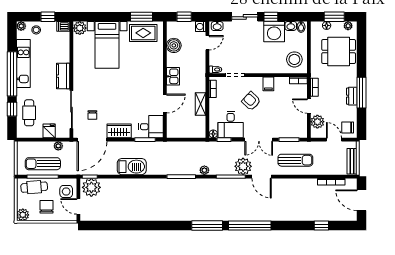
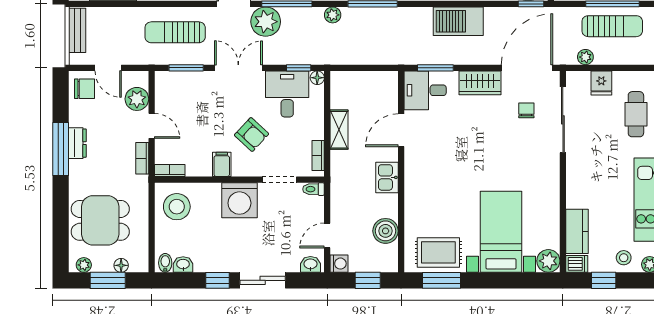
washing machine: (274, 32) -> (239, 200), moved, turned 180
kitchen counter: (63, 76) -> (577, 231), moved

